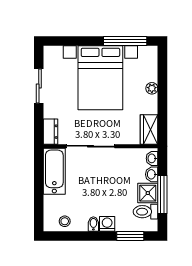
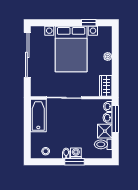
window: (125, 41) -> (89, 23), width x0.46
sliding door: (39, 86) -> (27, 55), width x1.86
dresser: (51, 132) -> (36, 87), removed
window: (162, 195) -> (115, 119), moved
window: (130, 236) -> (75, 162), moved

